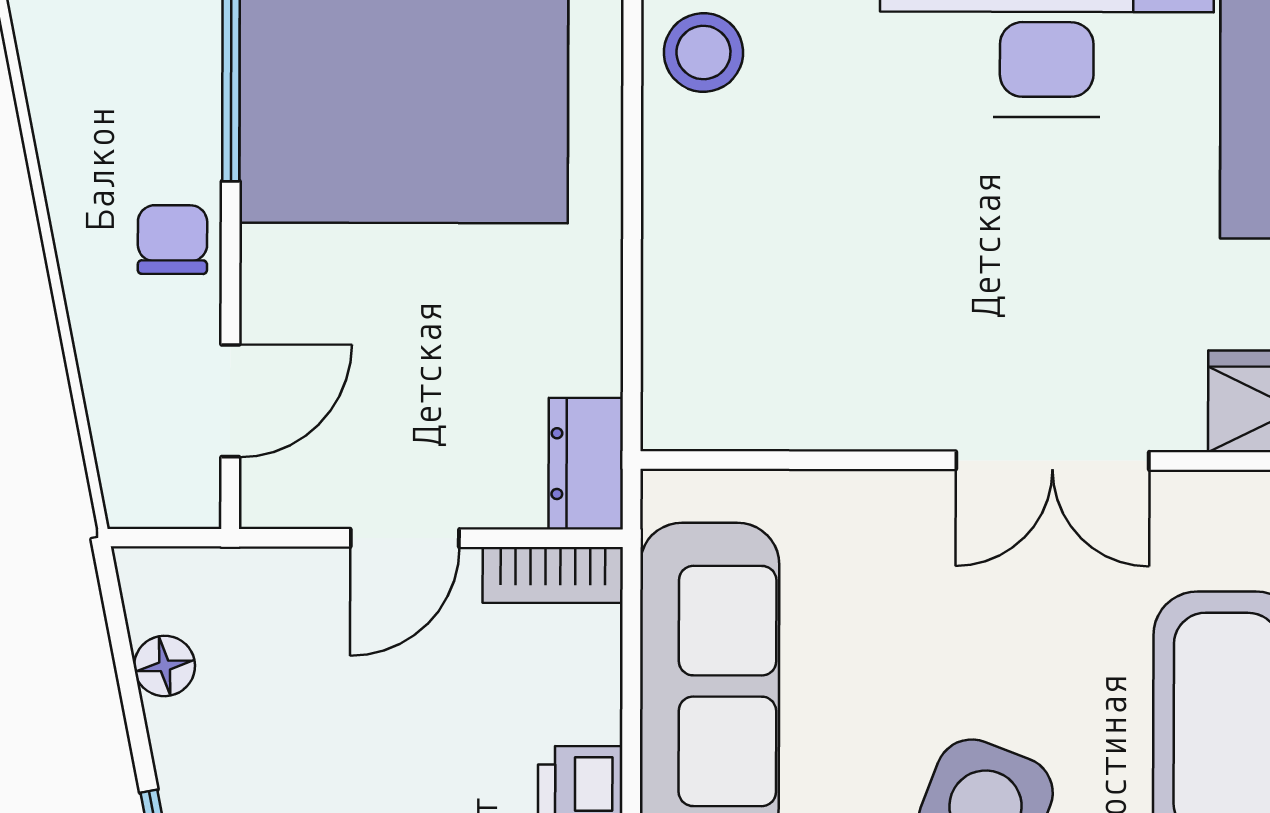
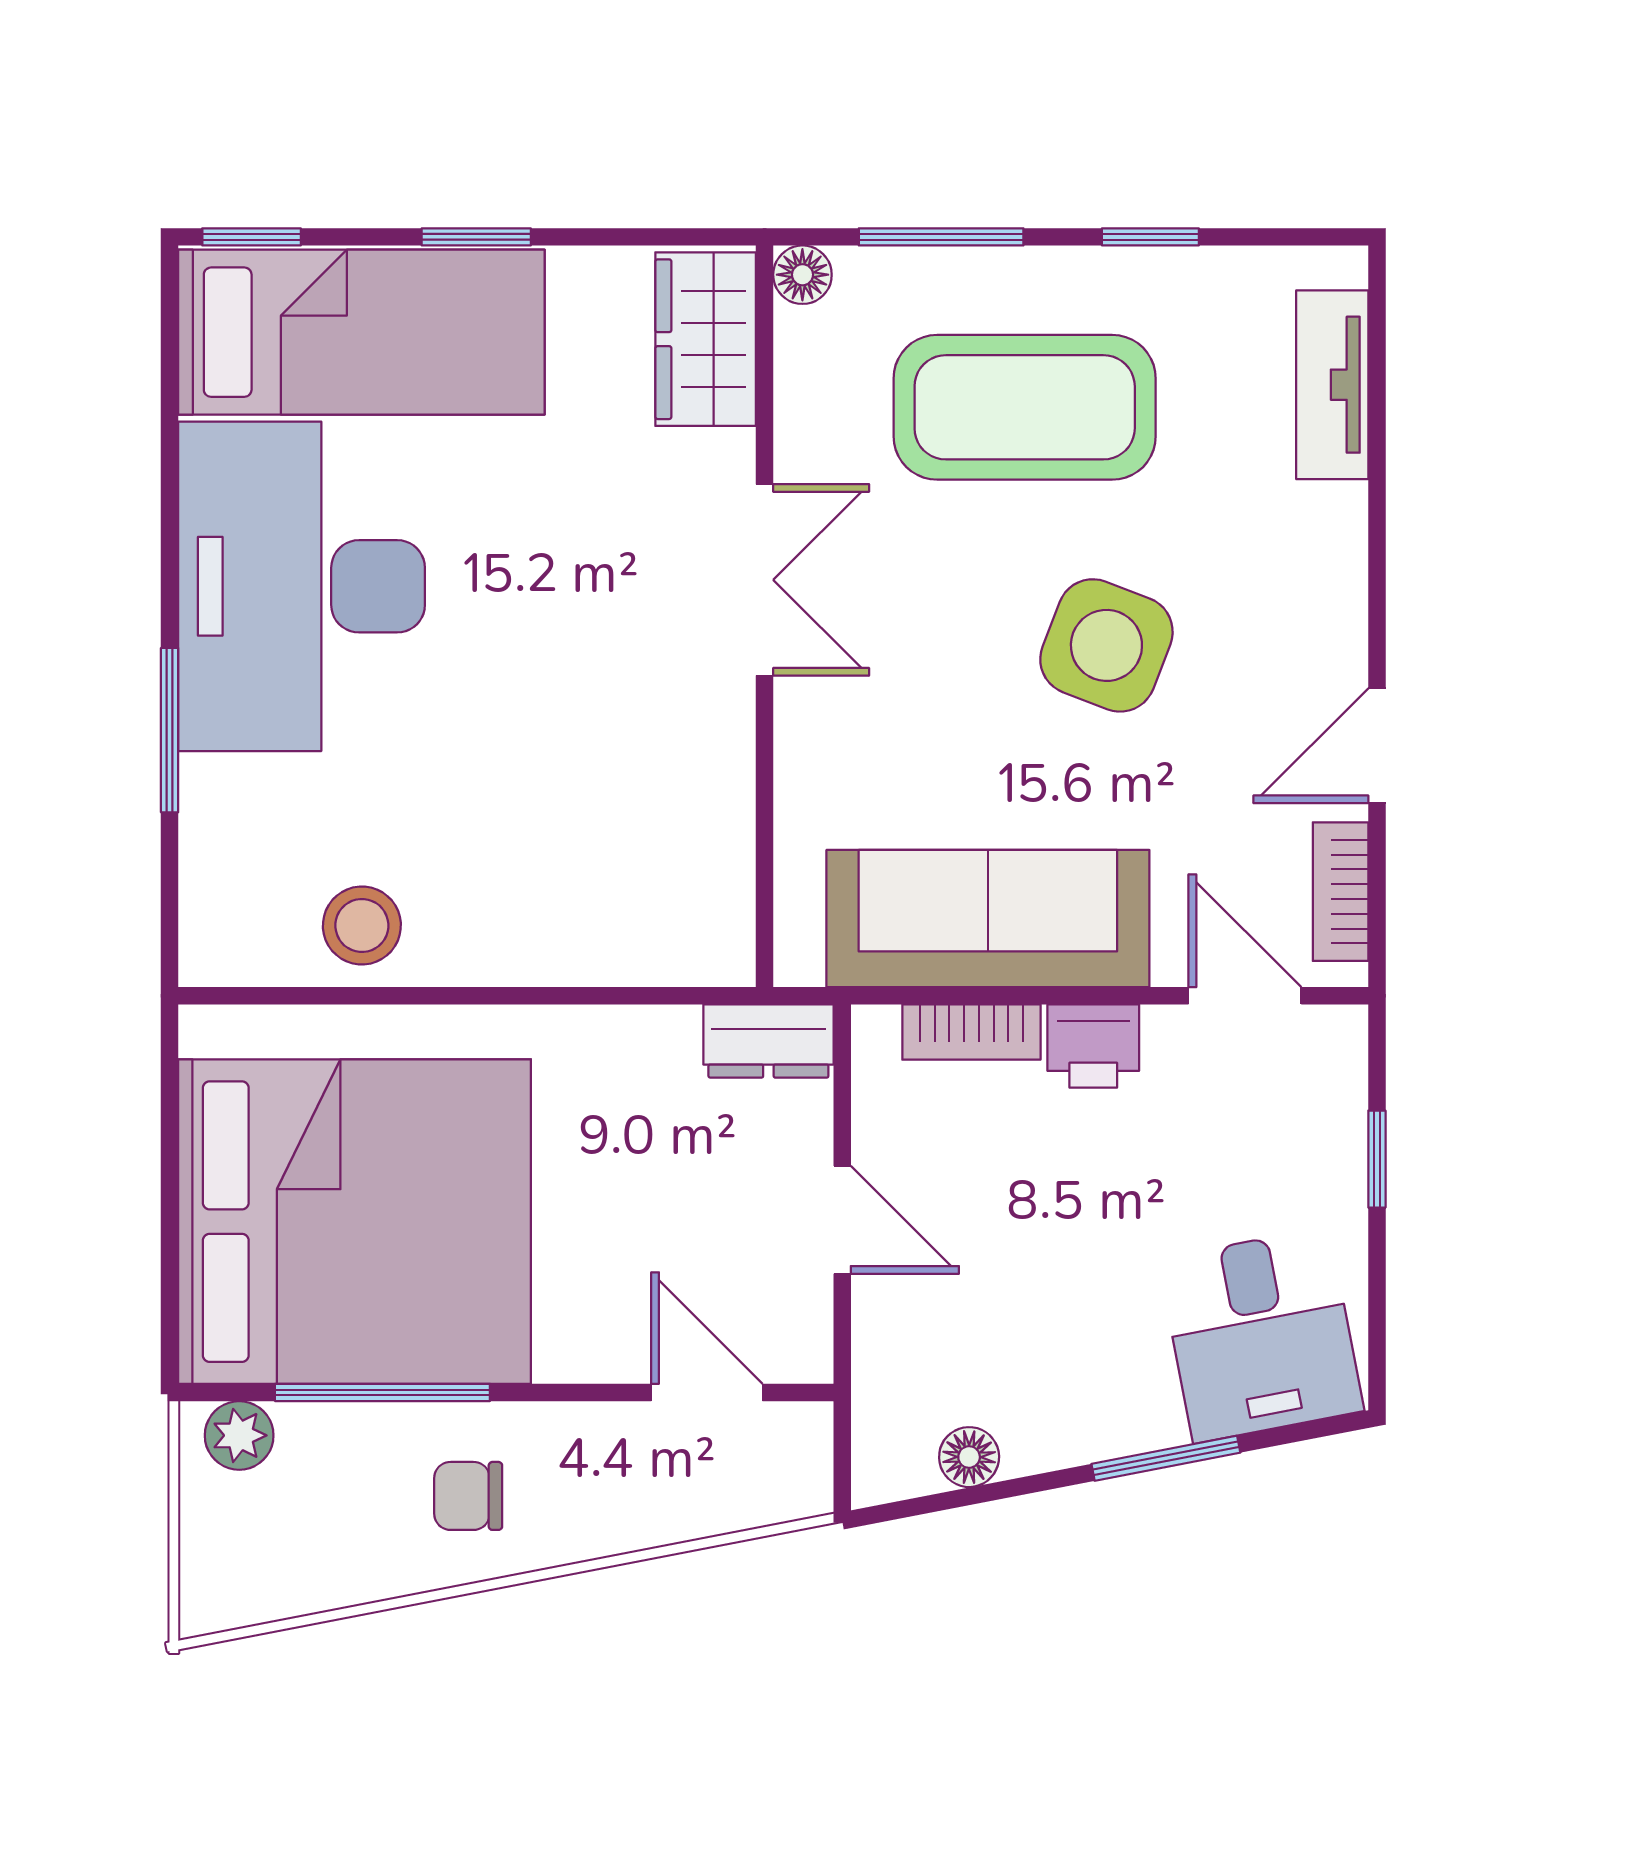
chair: (172, 240) -> (468, 1496), moved
bookcase: (553, 575) -> (971, 1032), moved, turned 90

